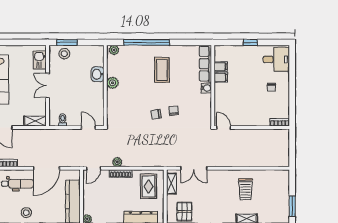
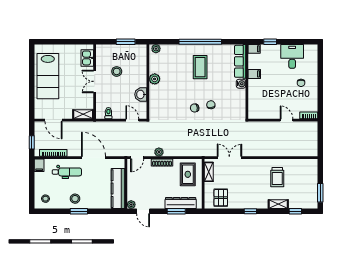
window: (67, 42) -> (126, 42), moved
window: (147, 42) -> (200, 42), moved
window: (250, 42) -> (270, 42), moved
stool: (64, 54) -> (117, 71), moved
desk: (276, 59) -> (292, 56), moved, turned -90
filing cabinet: (221, 67) -> (254, 49), moved
washbasin: (98, 74) -> (141, 94), moved
door: (224, 128) -> (286, 120), moved
door: (46, 168) -> (94, 158), swing flipped
double door: (194, 168) -> (229, 158), swing flipped

